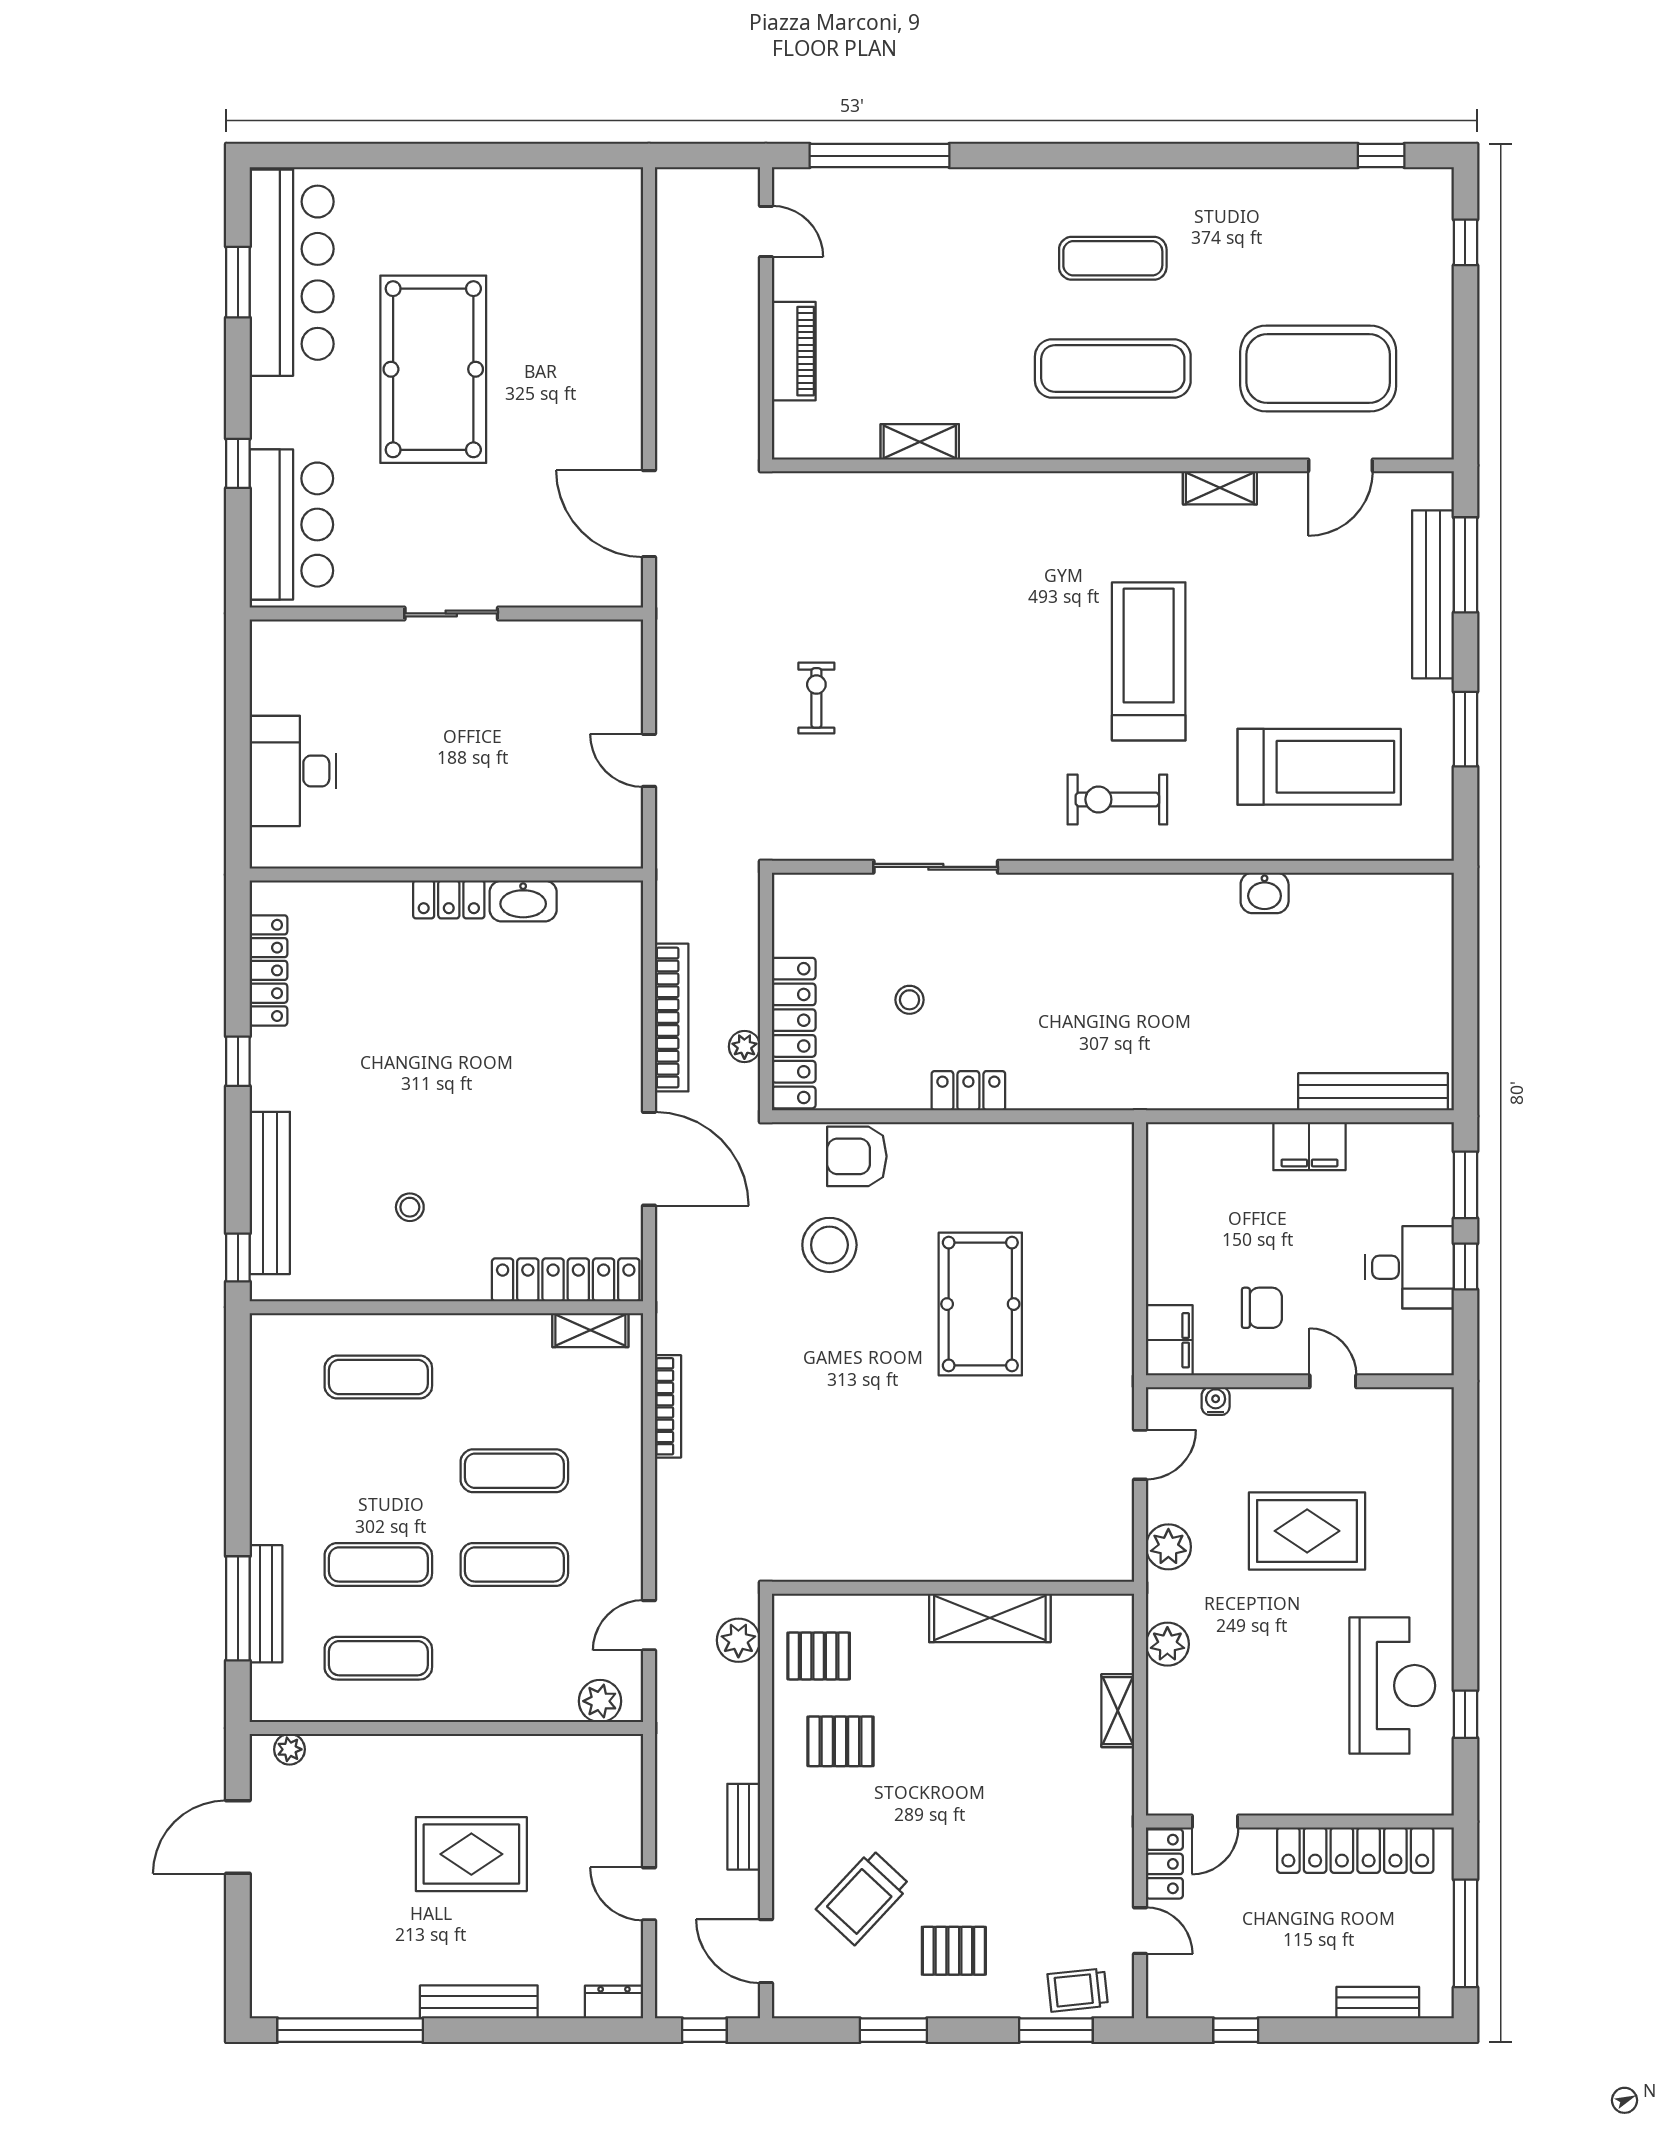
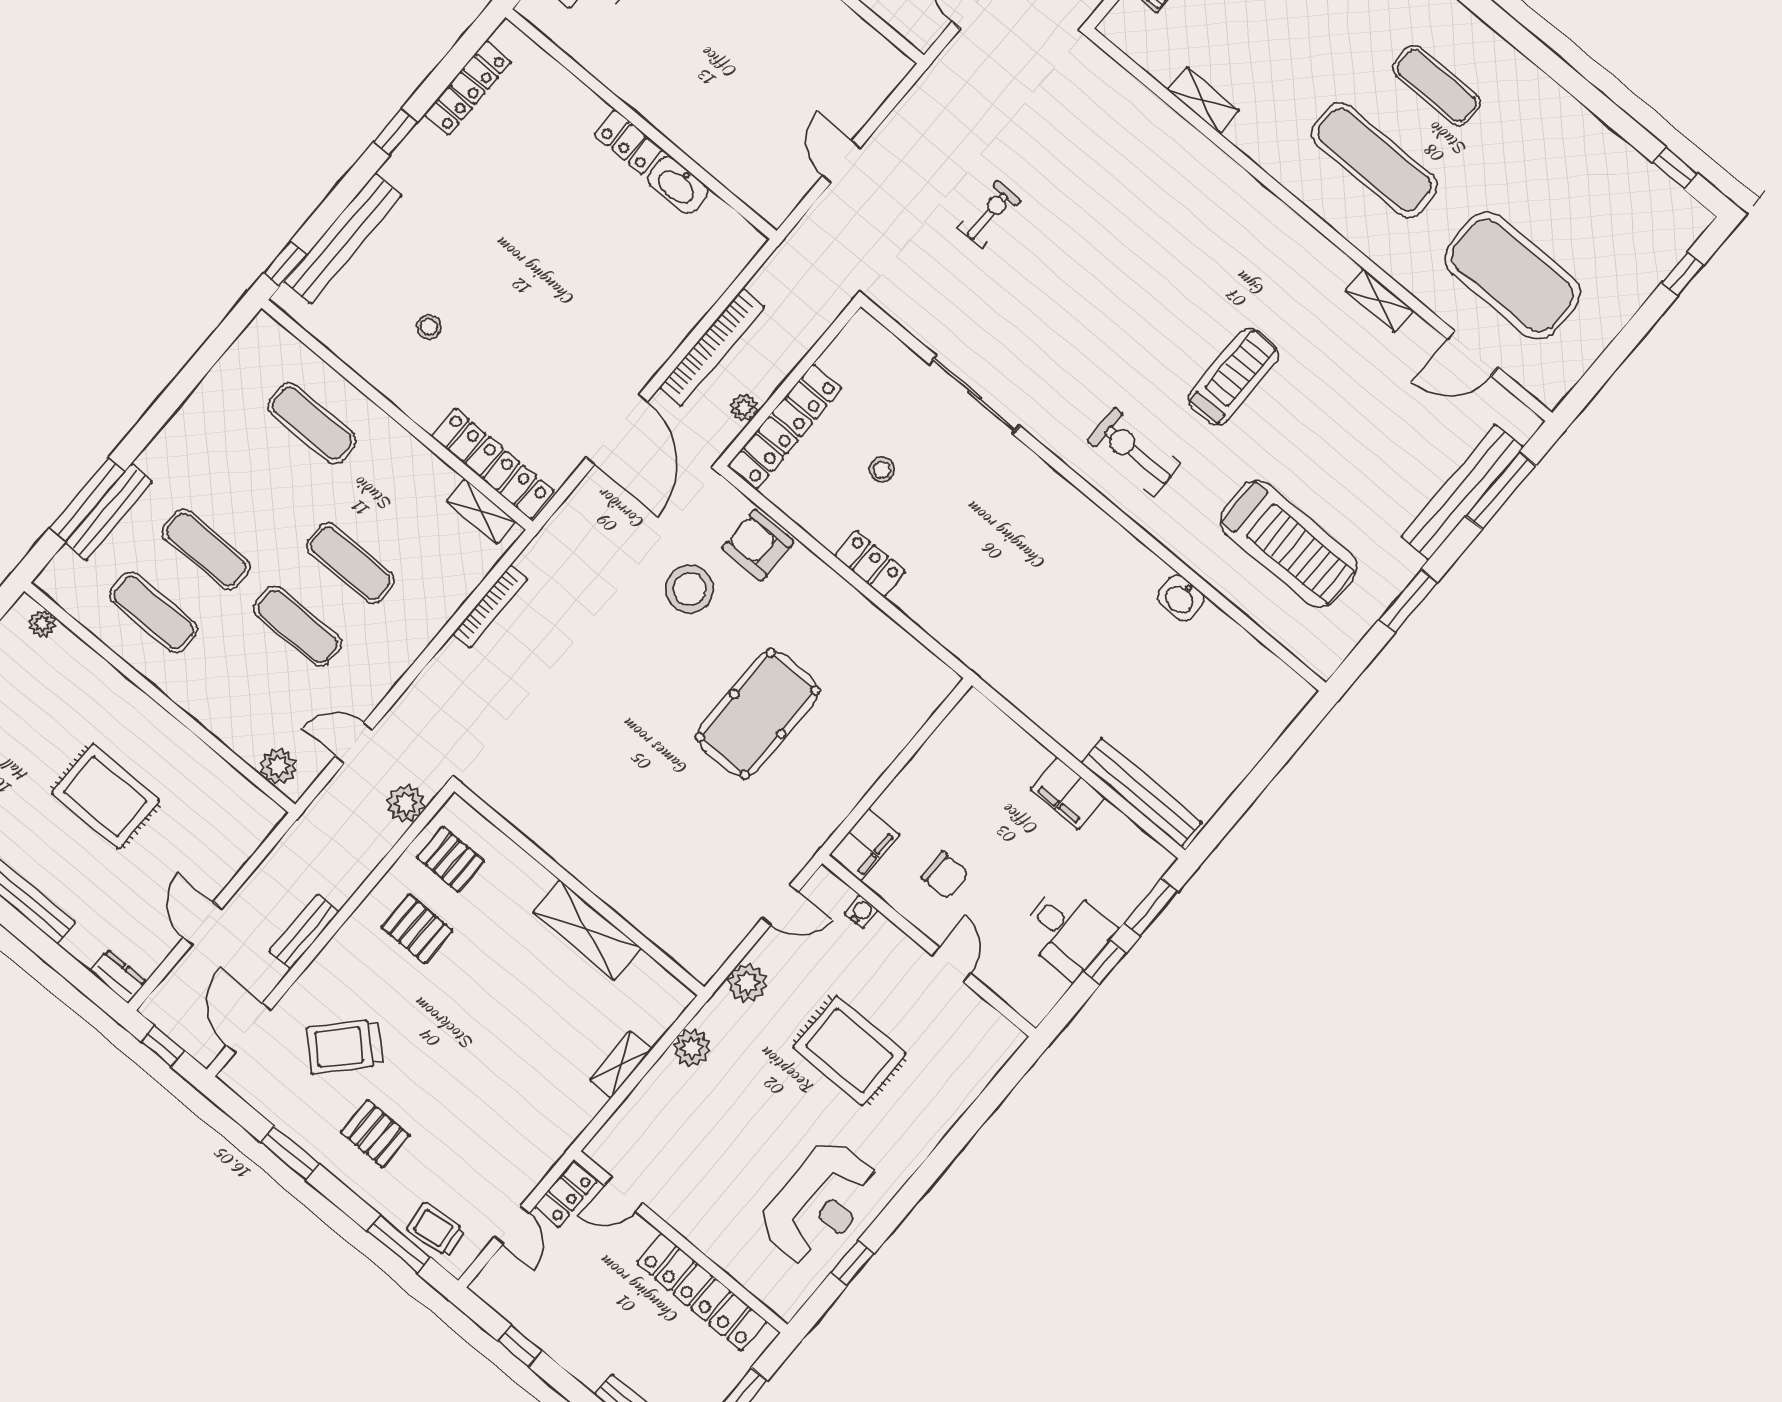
treadmill: (1149, 661) -> (1233, 377), width x0.73, depth x0.73

